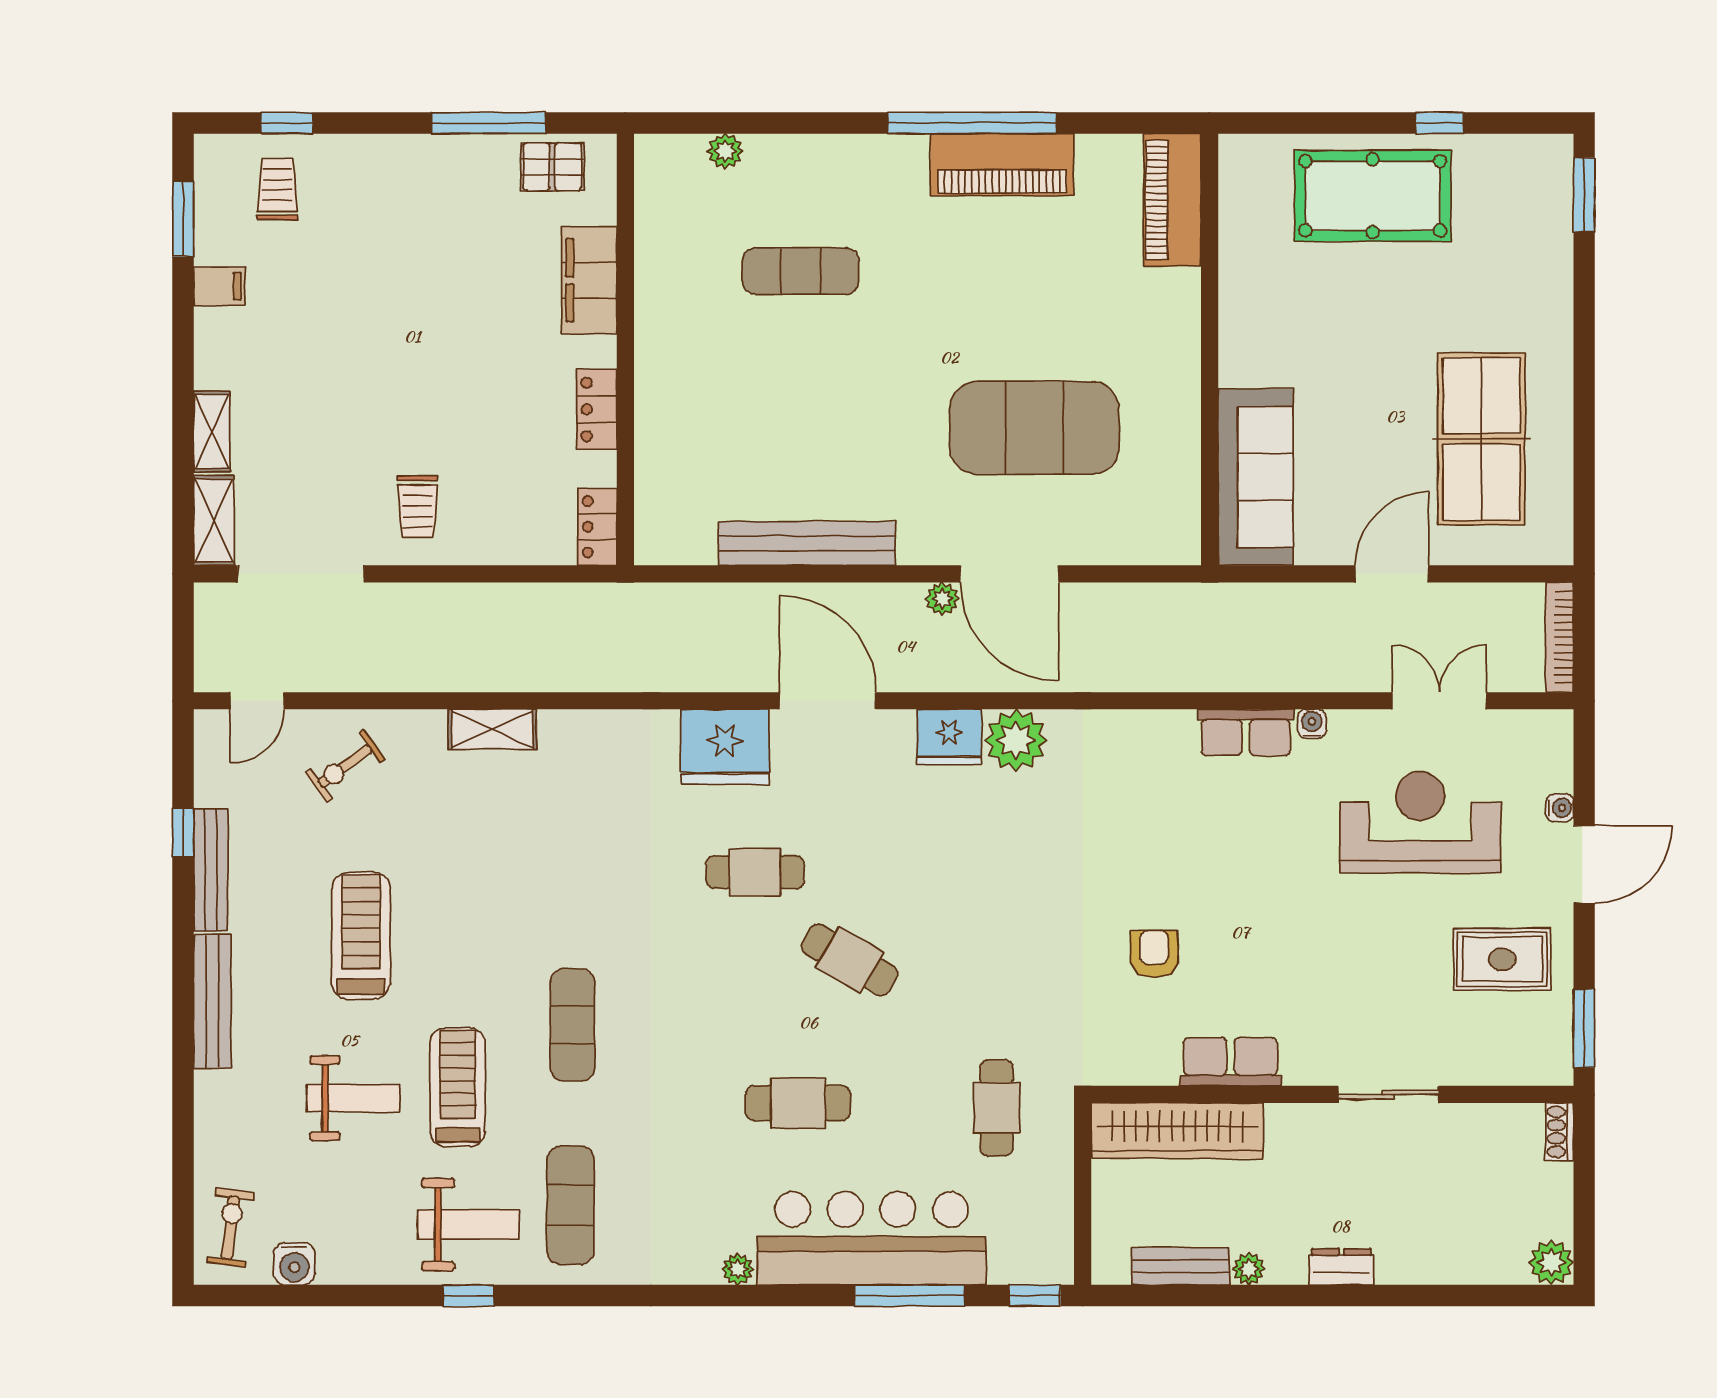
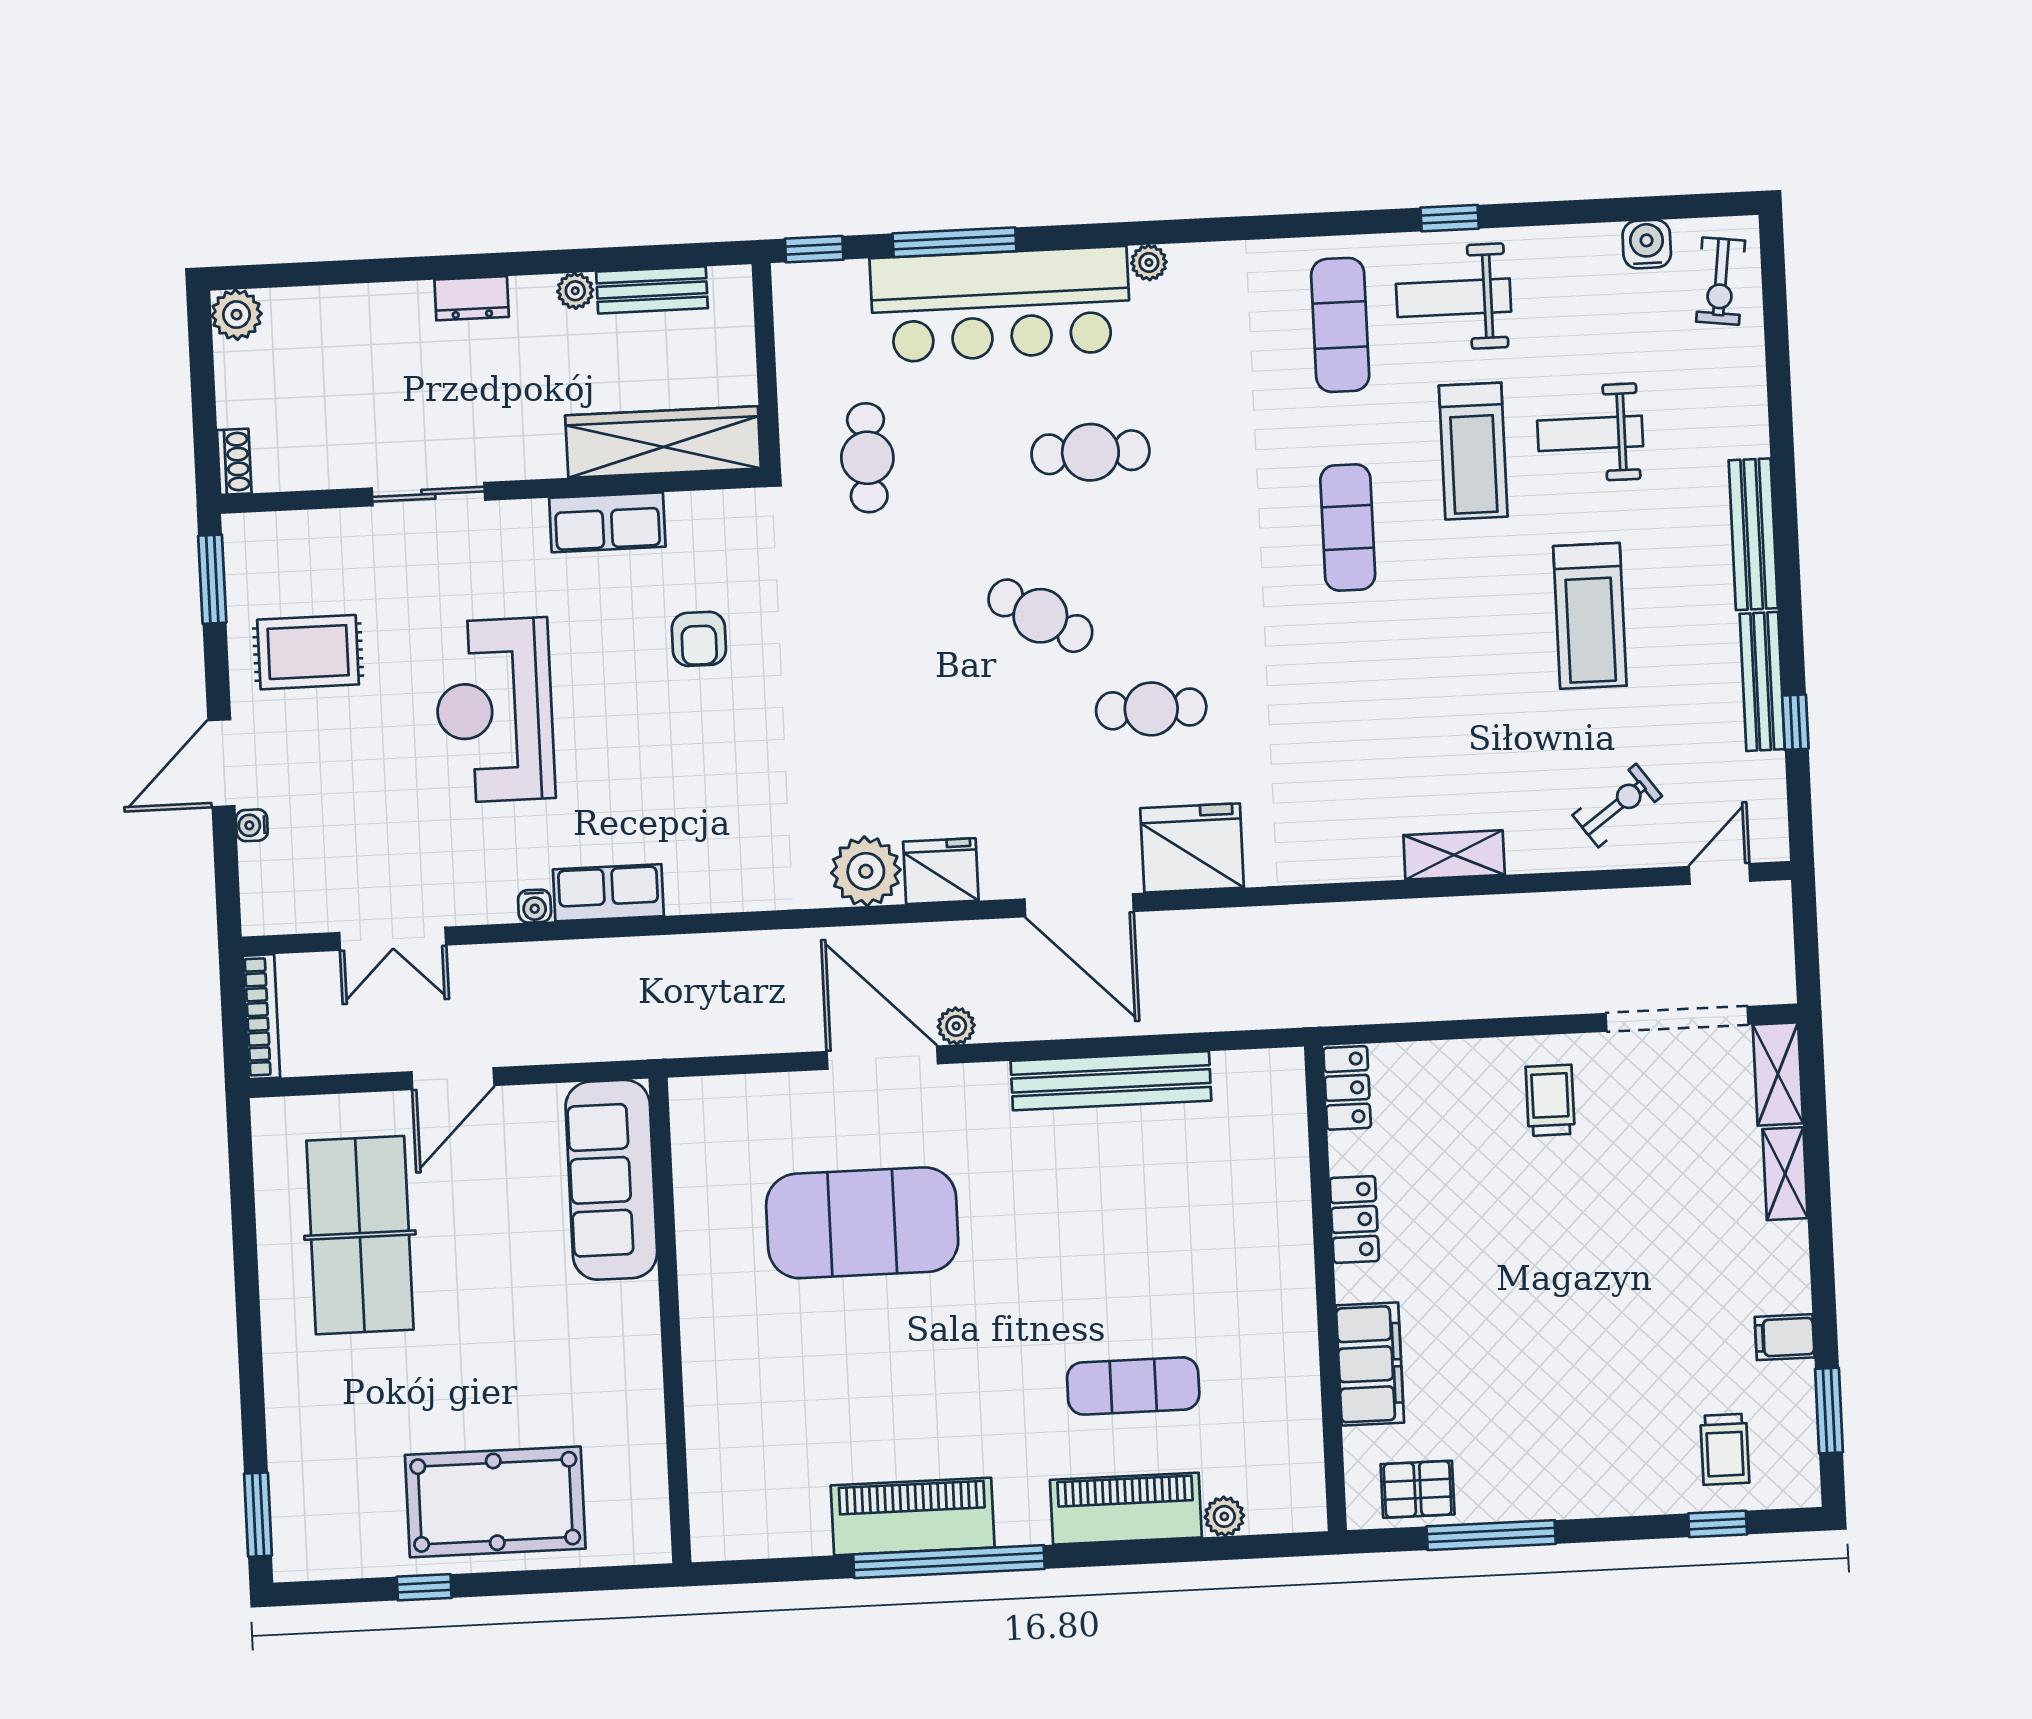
piano: (1172, 200) -> (1126, 1509), moved, turned -90
reception desk: (1420, 822) -> (495, 710), moved, turned 90

